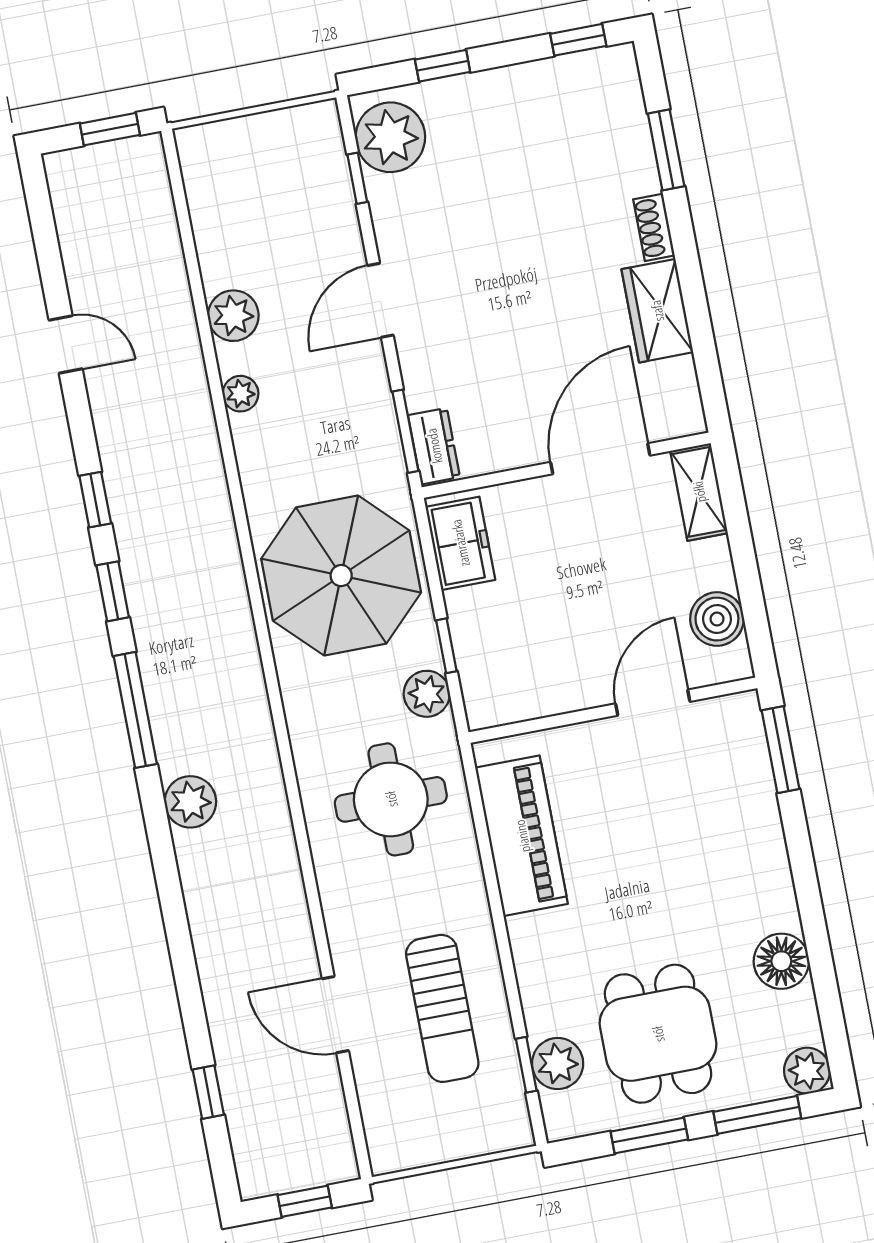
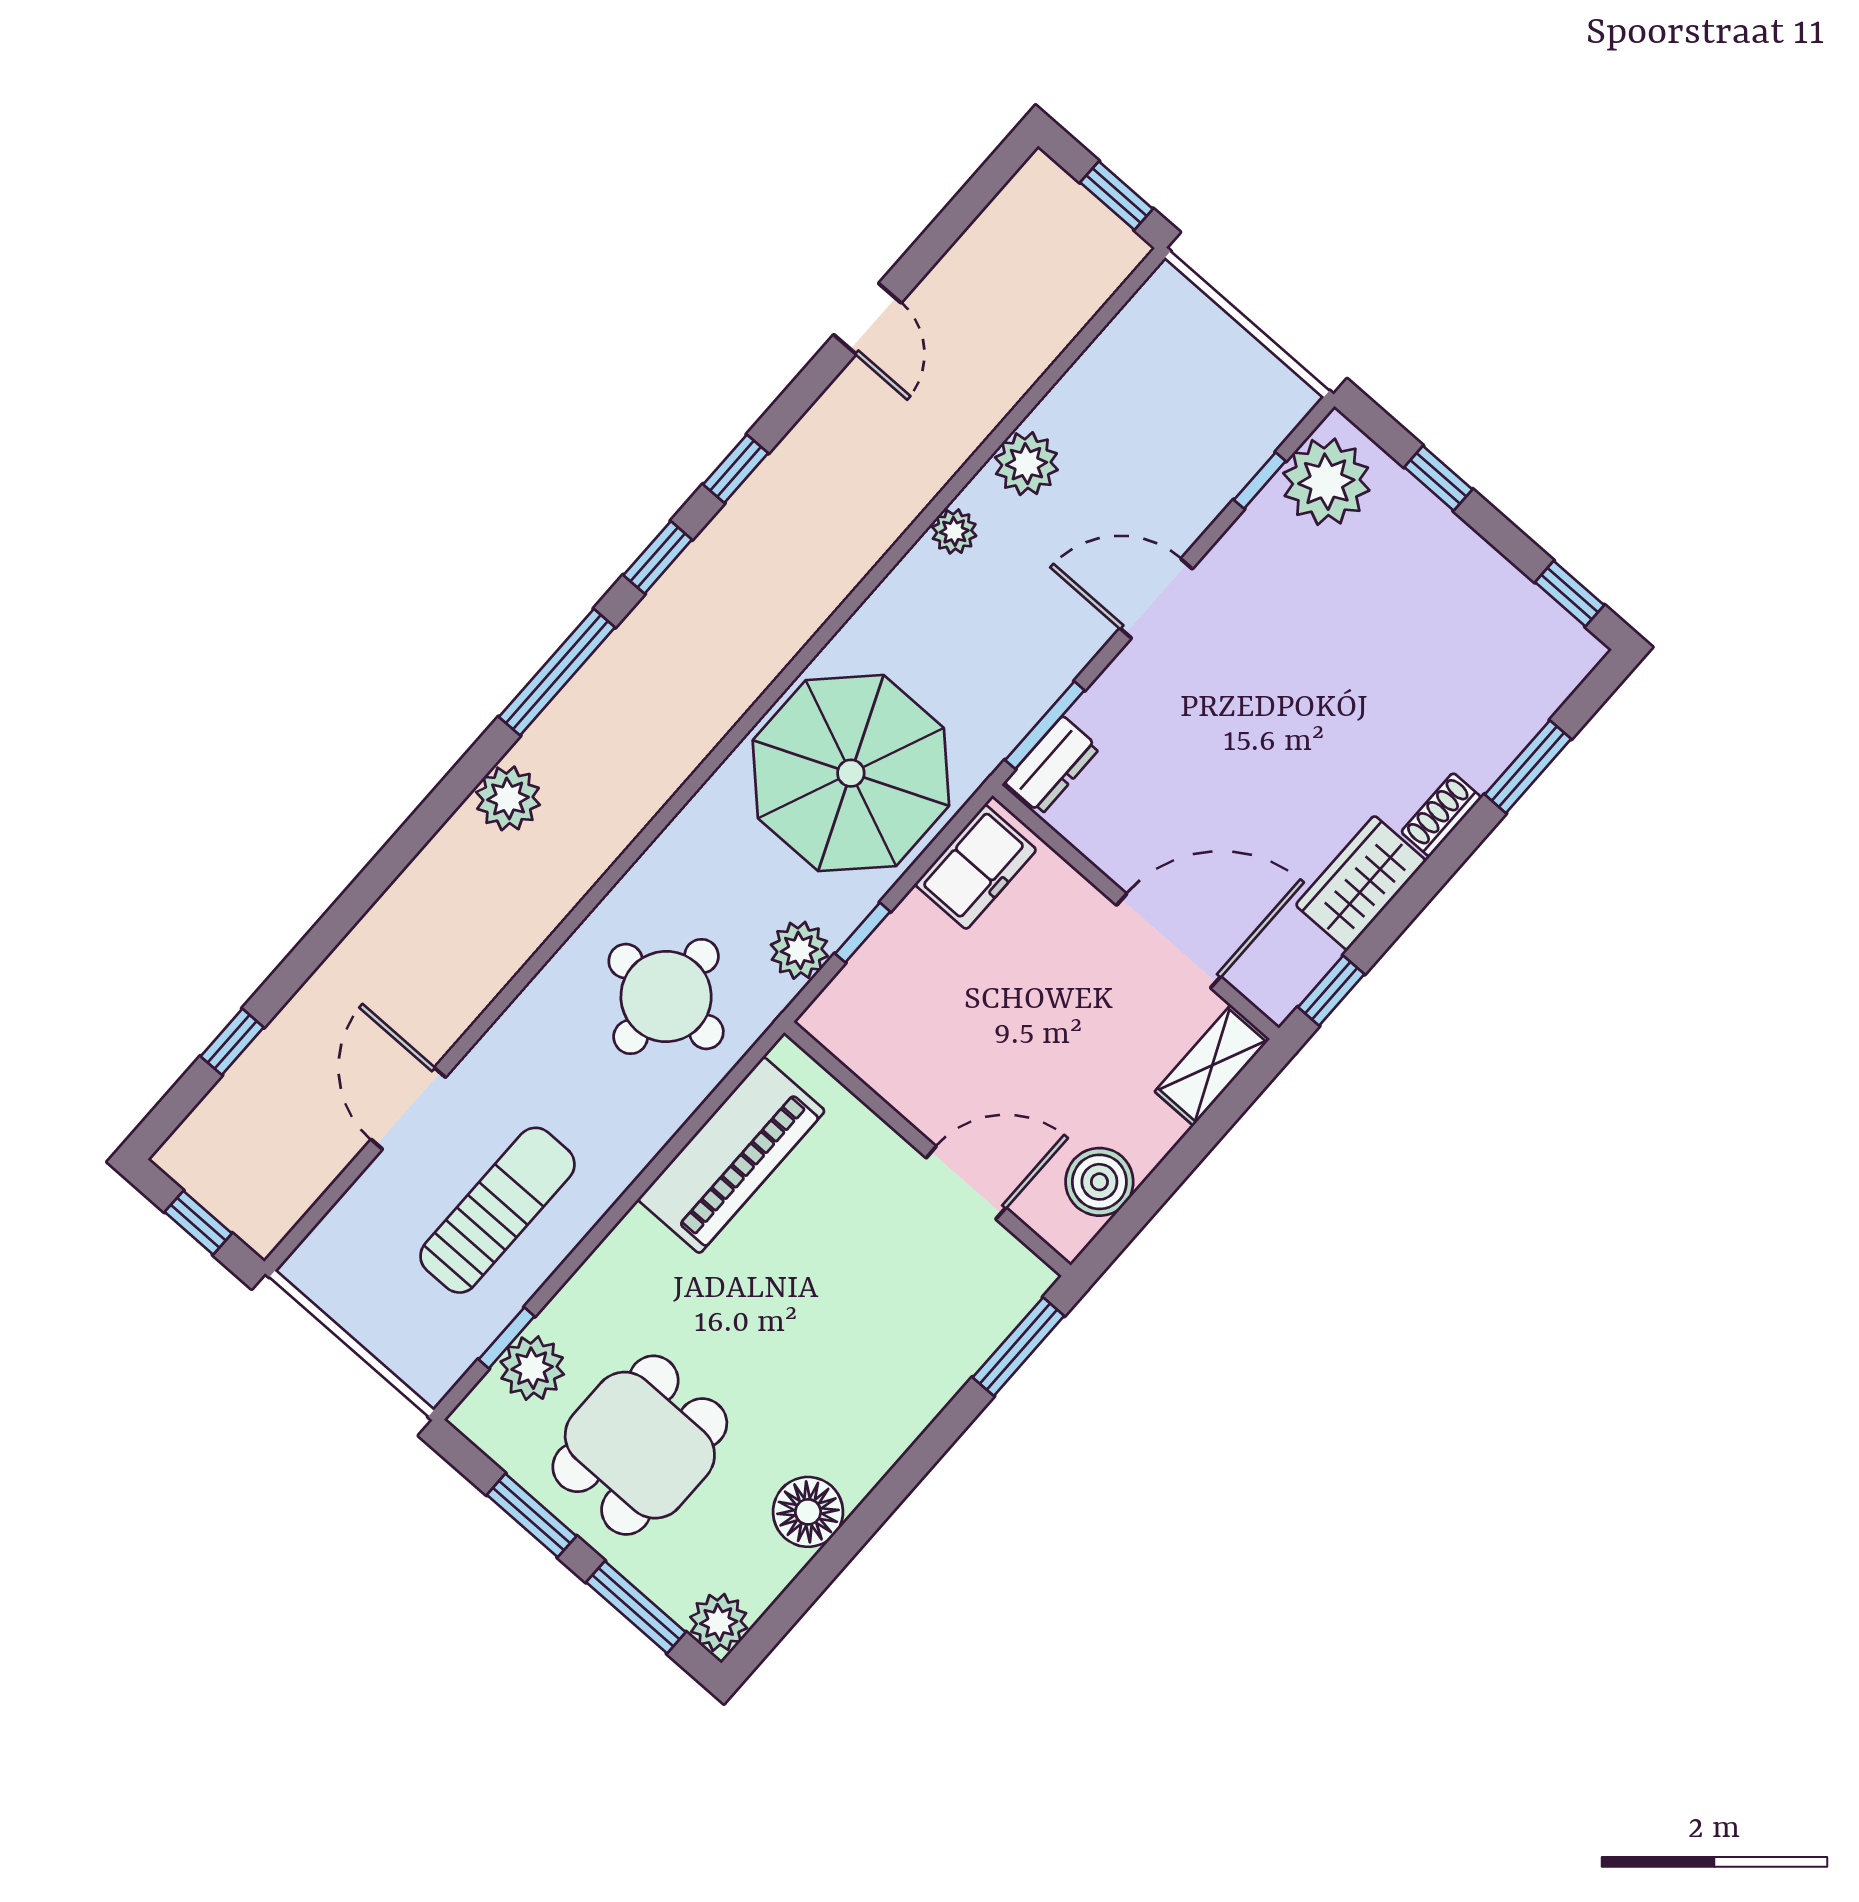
window: (710, 381) -> (1331, 991), added
sun lounger: (442, 1008) -> (497, 1210), turned 180

